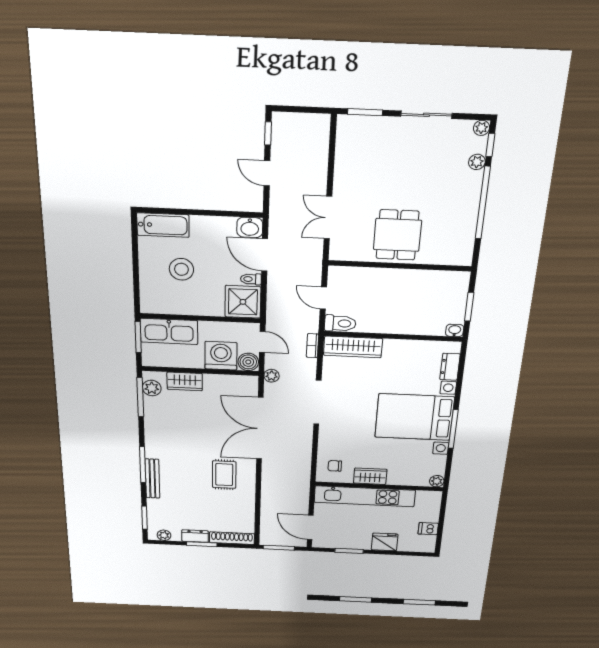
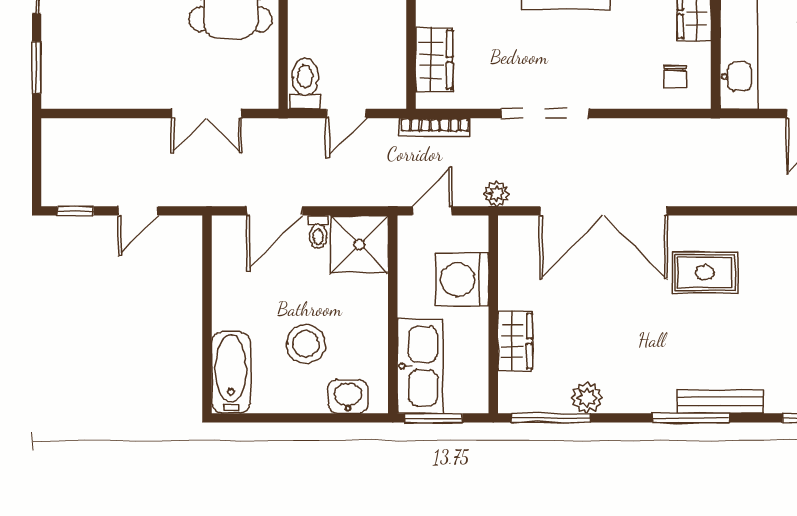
washbasin: (250, 227) -> (348, 396), moved, turned -90
toilet: (340, 323) -> (305, 84), moved
bookcase: (312, 346) -> (435, 127), width x1.56
wardrobe: (353, 347) -> (434, 60), width x0.67
boiler: (248, 362) -> (472, 234), removed
plant: (152, 388) -> (587, 398), moved

